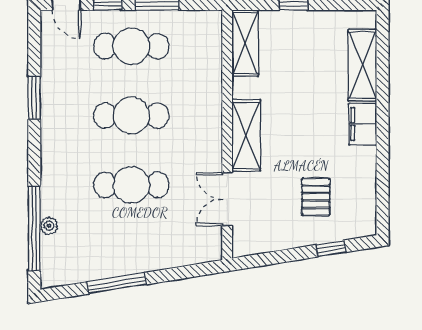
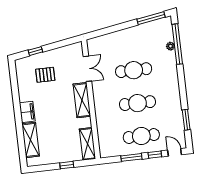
window: (34, 98) -> (186, 120), moved
pallet: (316, 197) -> (45, 75), turned 90
window: (117, 283) -> (151, 18), moved

